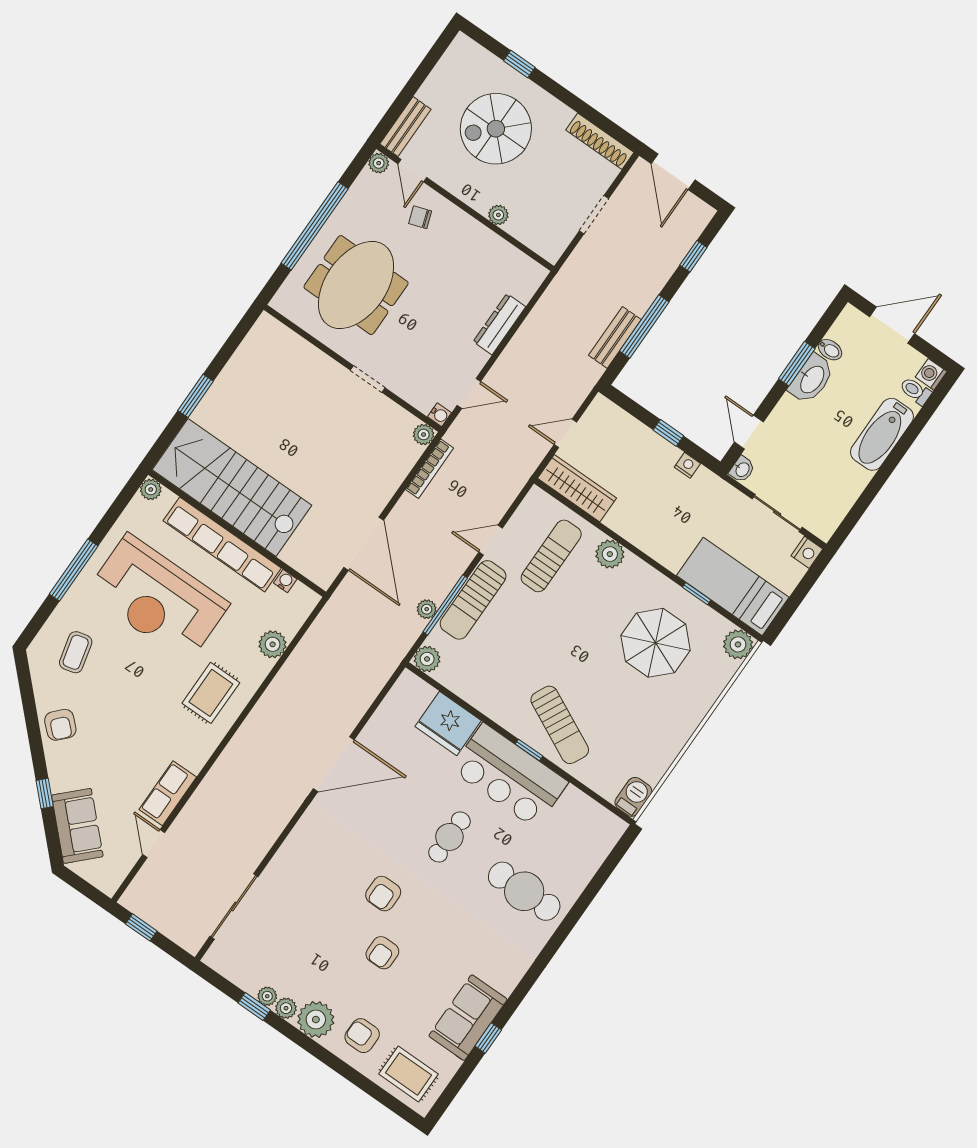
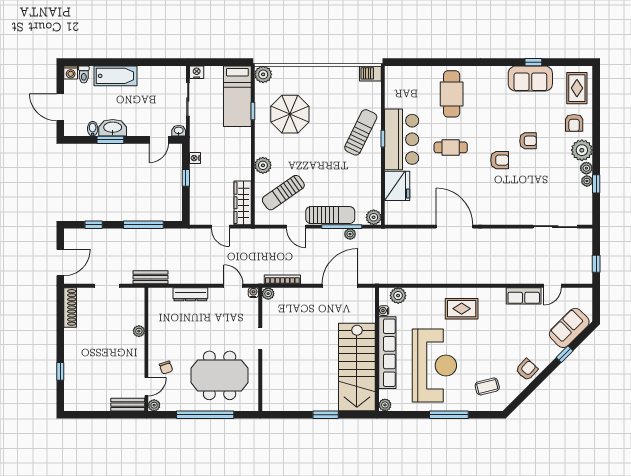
spiral stairs: (496, 129) -> (99, 361), removed
bench: (615, 337) -> (151, 277), moved
sun lounger: (551, 556) -> (283, 193), turned -35
plant: (273, 644) -> (398, 296), moved

